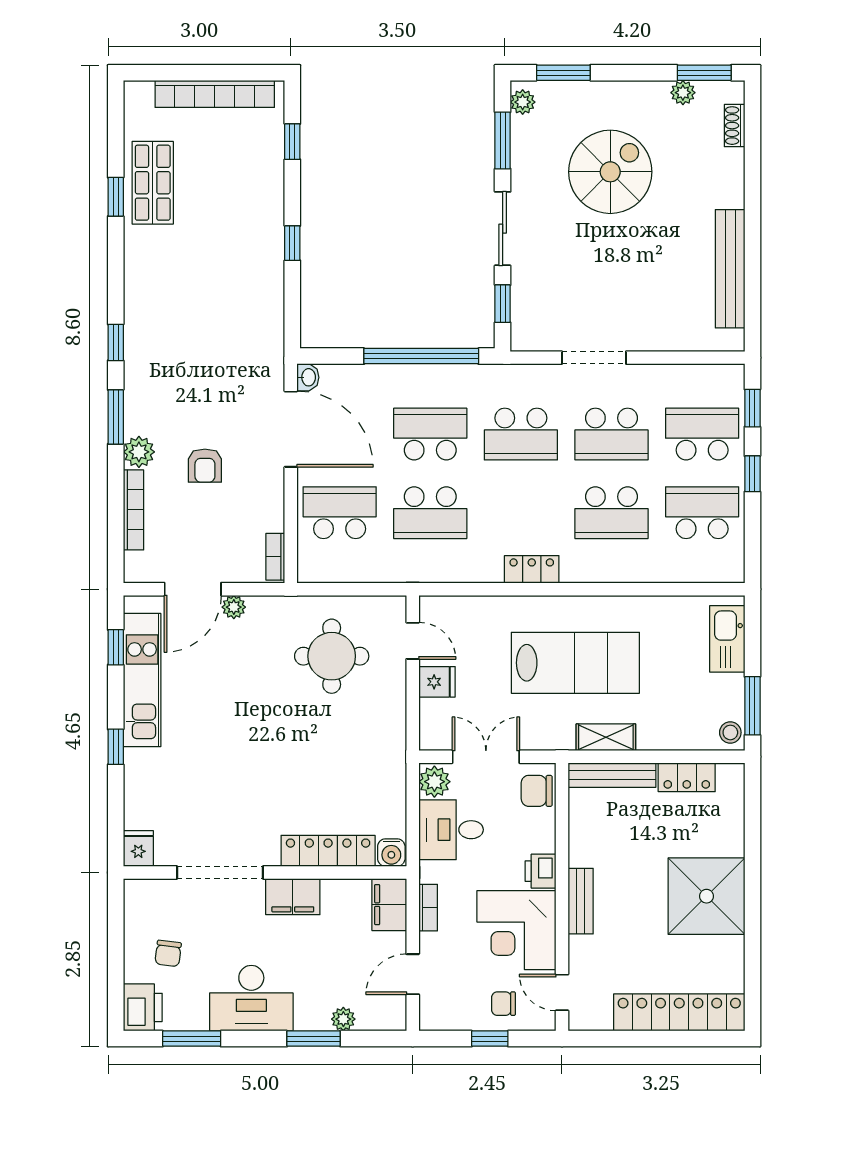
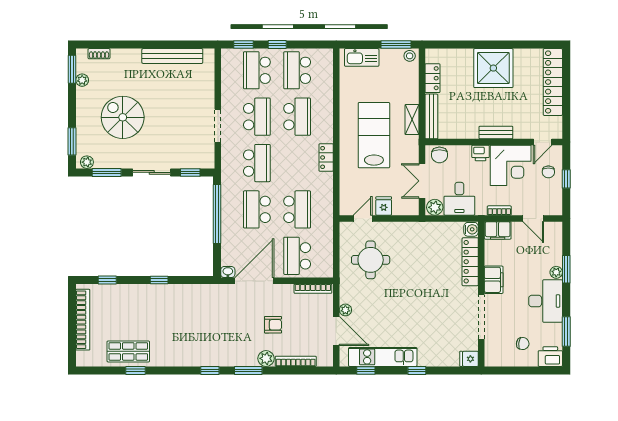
bookcase: (275, 557) -> (313, 289), width x1.56
plant: (343, 1019) -> (556, 272), moved

